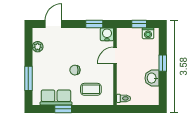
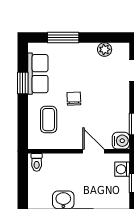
washing machine: (148, 33) -> (122, 169), moved

